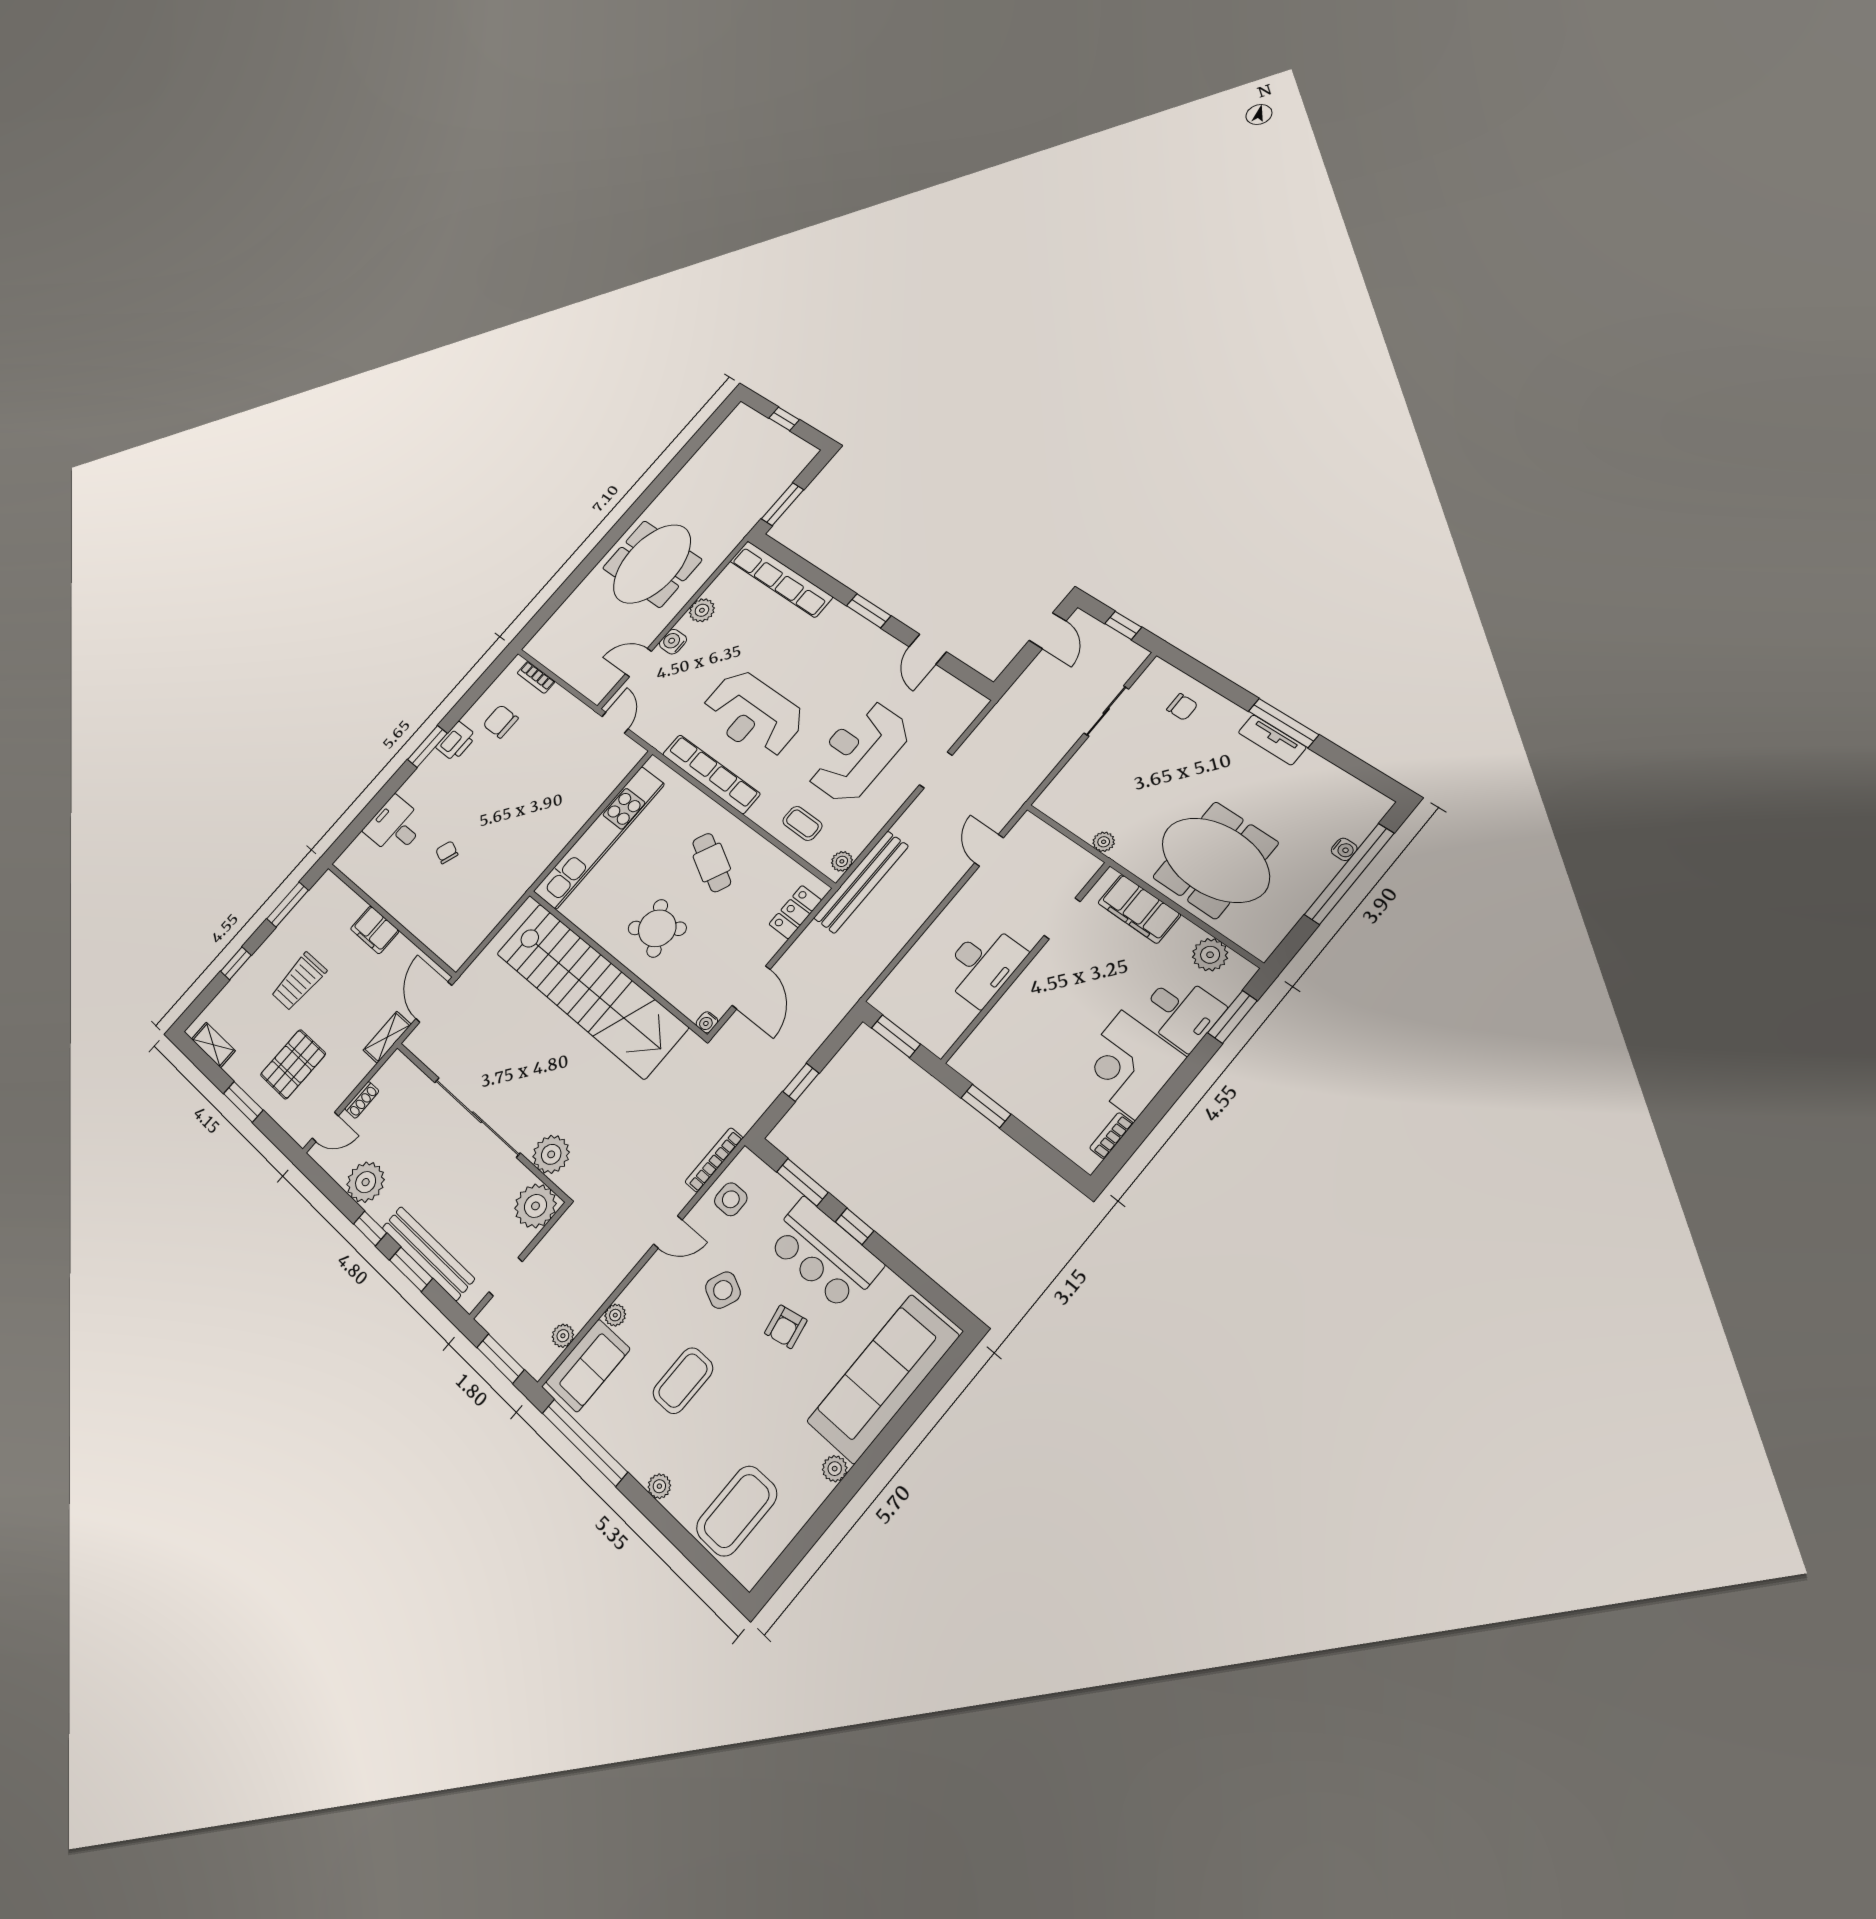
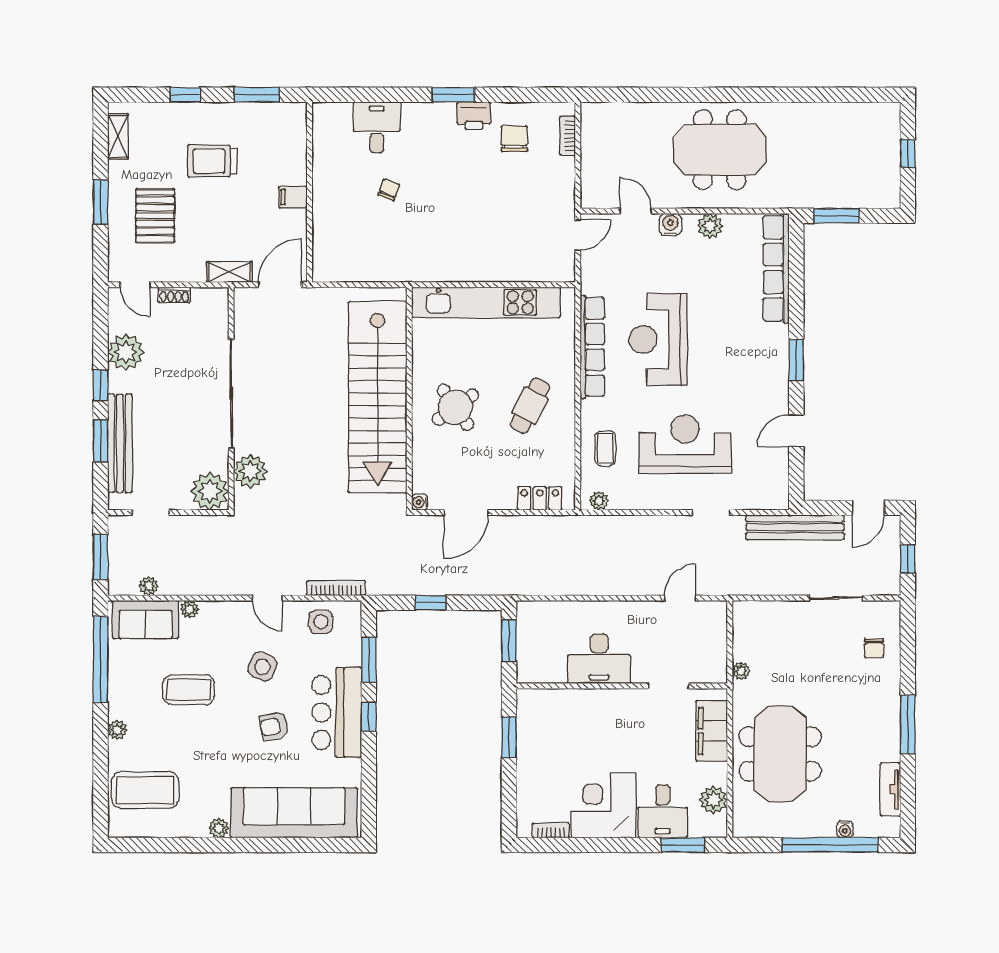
tv unit: (1272, 740) -> (891, 790), moved
bench: (861, 882) -> (795, 527), moved
filing cabinet: (375, 930) -> (293, 197), width x0.50
pallet: (293, 1064) -> (155, 216), turned 90

